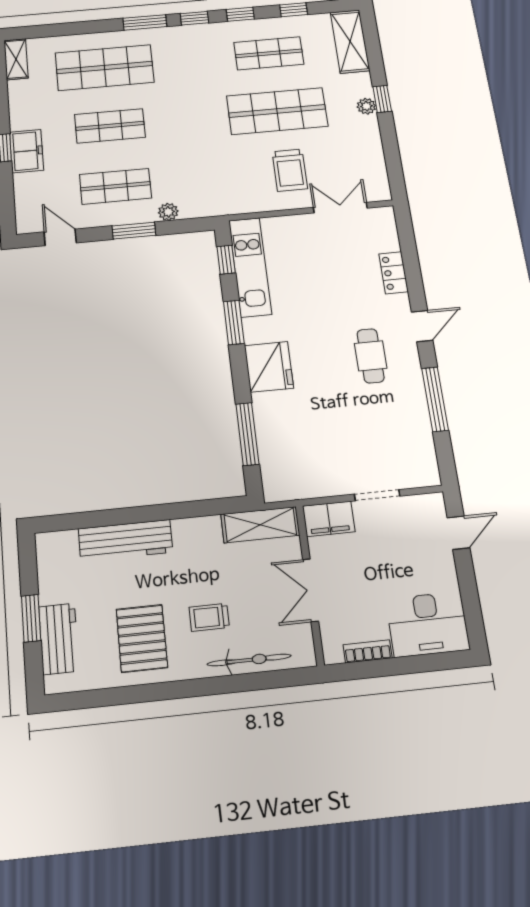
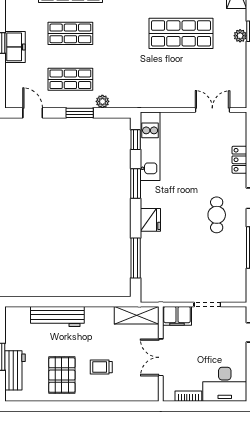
trolley: (290, 170) -> (184, 79), removed
fridge: (269, 367) -> (150, 220), width x0.73, depth x0.75
bicycle: (249, 660) -> (121, 394), removed

